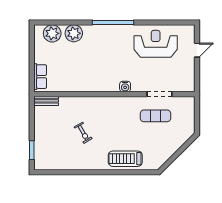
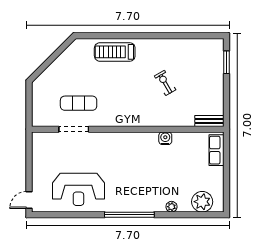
plant: (74, 33) -> (172, 207), width x0.53, depth x0.53
door: (197, 50) -> (29, 200), moved
water cooler: (125, 87) -> (165, 138), moved
treadmill: (125, 159) -> (115, 52), turned 180

